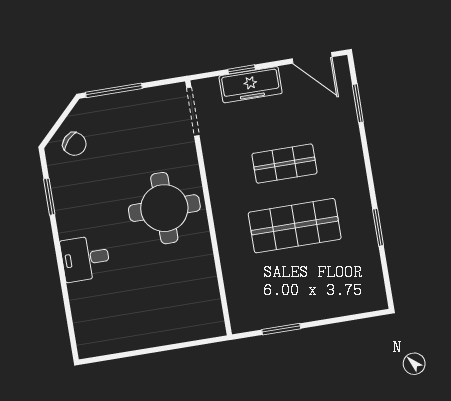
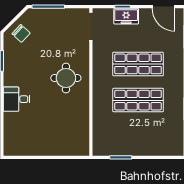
freezer: (251, 85) -> (126, 16), width x0.71
shop shelf: (284, 164) -> (138, 64), width x1.43, depth x1.36
round table: (164, 208) -> (66, 78), width x0.73, depth x0.73

